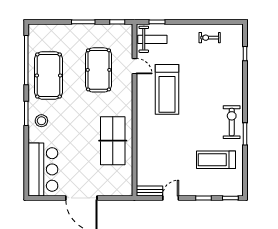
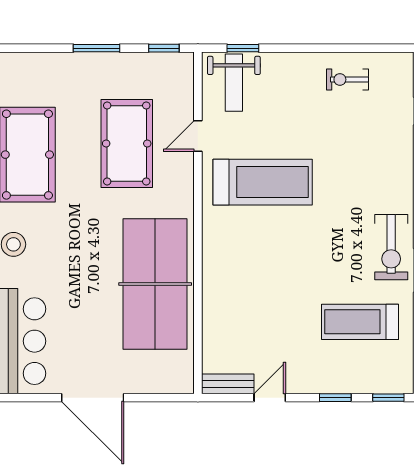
weight bench: (152, 39) -> (234, 83), turned 90
door: (134, 66) -> (198, 136), swing flipped
treadmill: (167, 89) -> (263, 182), turned -90
exercise bike: (232, 122) -> (391, 247), turned 180
table tennis table: (113, 141) -> (155, 284), width x1.36, depth x1.32

